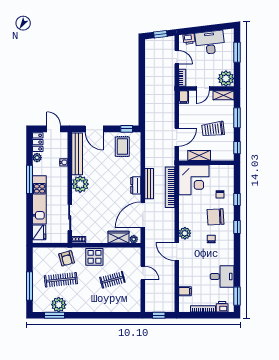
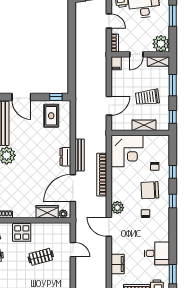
shelving: (199, 156) -> (144, 125), moved
bookcase: (170, 187) -> (102, 175), moved
filing cabinet: (185, 291) -> (118, 264), width x2.00

